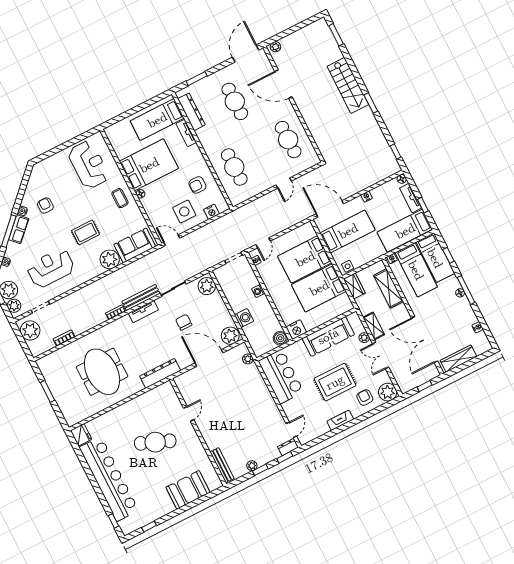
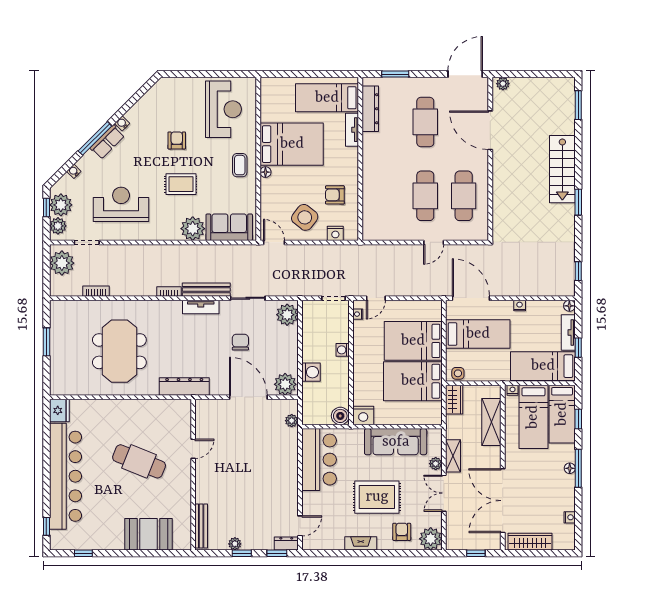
cafe table: (234, 167) -> (425, 196), moved
armchair: (45, 205) -> (177, 140), moved
side table: (184, 212) -> (305, 217), turned 38

